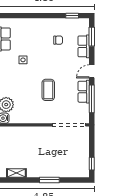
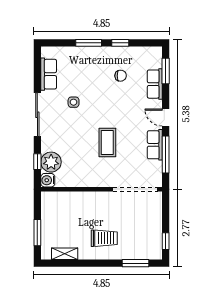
window: (34, 16) -> (89, 43), added
window: (72, 16) -> (120, 43), moved
door: (92, 71) -> (166, 118), hinge flipped
trolley: (46, 161) -> (104, 238), added
window: (49, 180) -> (136, 263), moved

